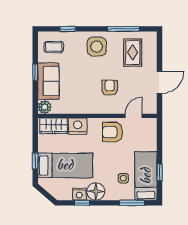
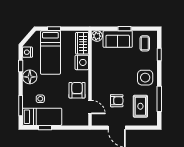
rug: (133, 53) -> (140, 106), turned 90
armchair: (110, 88) -> (117, 101), moved
nightstand: (79, 194) -> (28, 52), moved

